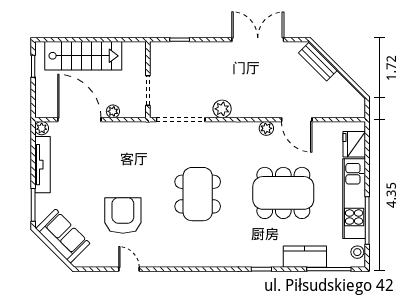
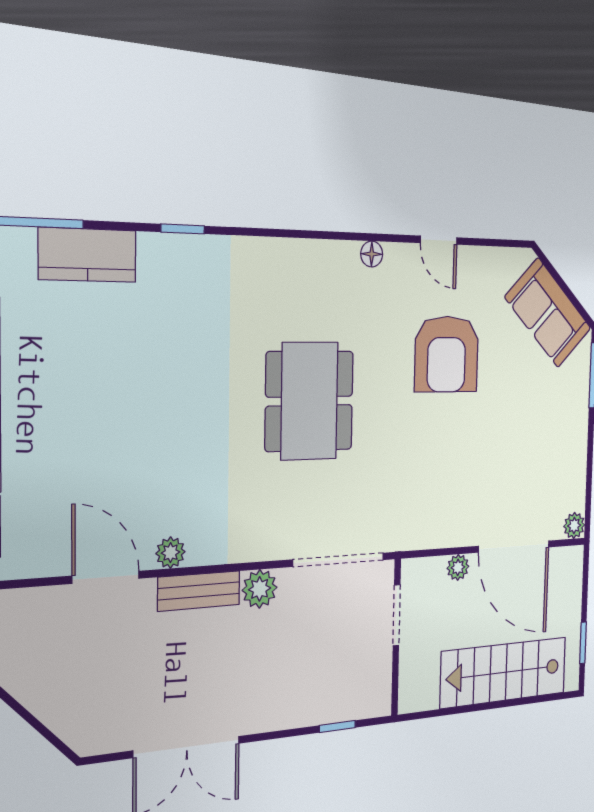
bench: (318, 62) -> (199, 591), moved, turned -45
tv unit: (42, 165) -> (575, 455), removed
dining table: (283, 193) -> (135, 407), removed
floor lamp: (166, 262) -> (372, 254), added

